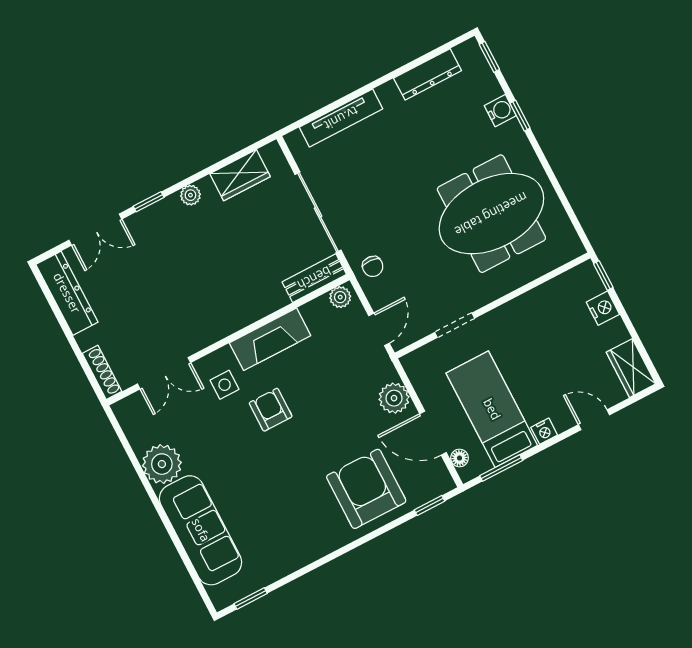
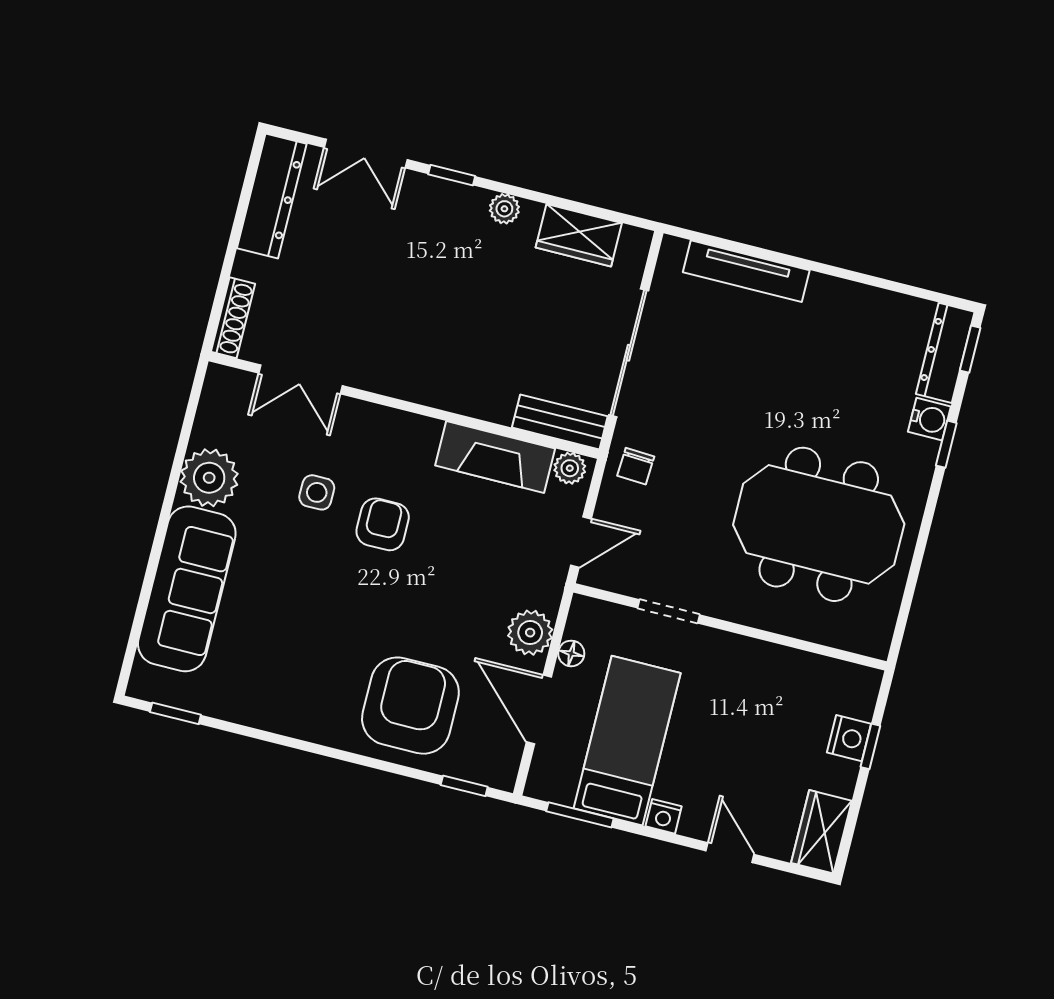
dresser: (428, 74) -> (945, 353), moved, turned 90
window: (603, 276) -> (870, 746), moved
fireplace: (270, 339) -> (495, 457), moved
side table: (225, 385) -> (317, 492), moved
floor lamp: (460, 458) -> (571, 653), moved

